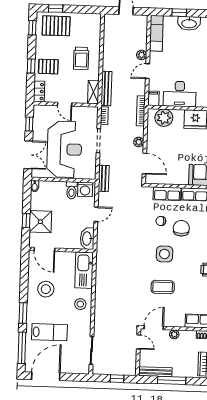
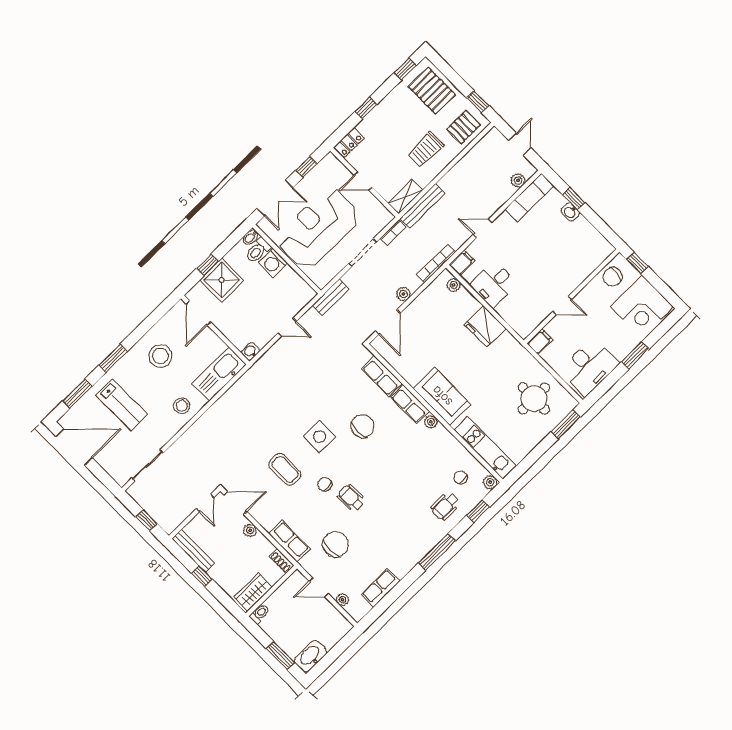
window: (56, 9) -> (478, 102), moved
washbasin: (189, 23) -> (570, 212), width x0.52, depth x0.69
plant: (142, 55) -> (518, 180), moved
pallet: (48, 67) -> (463, 127), moved, turned 90
desk: (180, 94) -> (494, 284), width x0.73
door: (65, 104) -> (363, 181), hinge flipped
plant: (164, 118) -> (454, 285), width x0.53, depth x0.53
reception desk: (64, 149) -> (318, 228), turned 180
washing machine: (85, 189) -> (273, 263), moved
toilet: (72, 190) -> (258, 251), moved
chair: (161, 221) -> (325, 484), moved
washbasin: (87, 239) -> (251, 351), width x0.52, depth x0.69
window: (22, 348) -> (77, 394), width x0.69
window: (172, 380) -> (202, 576), width x0.46

